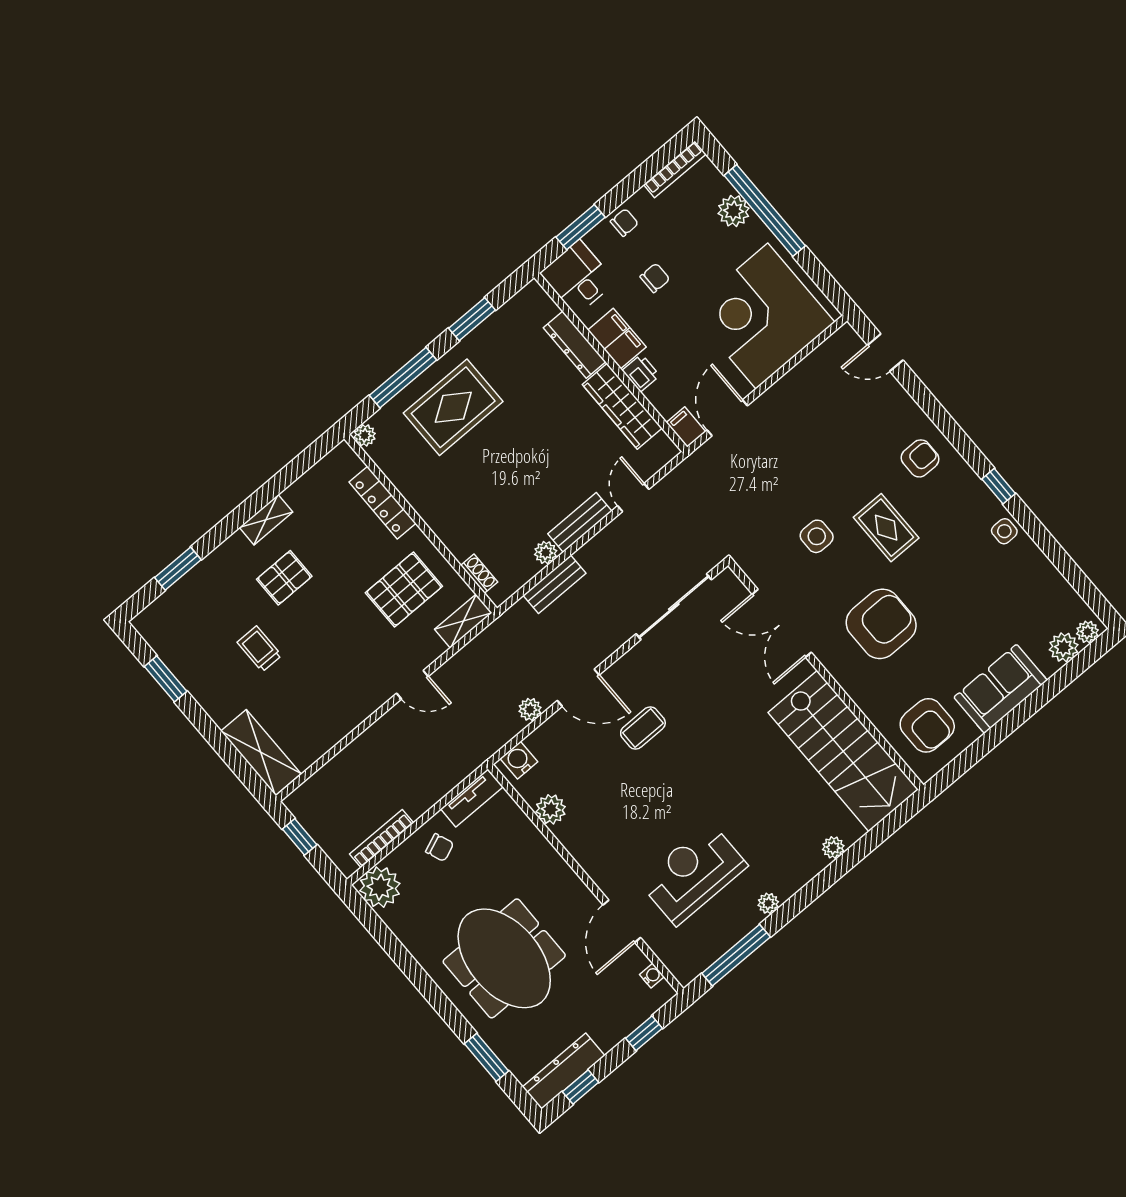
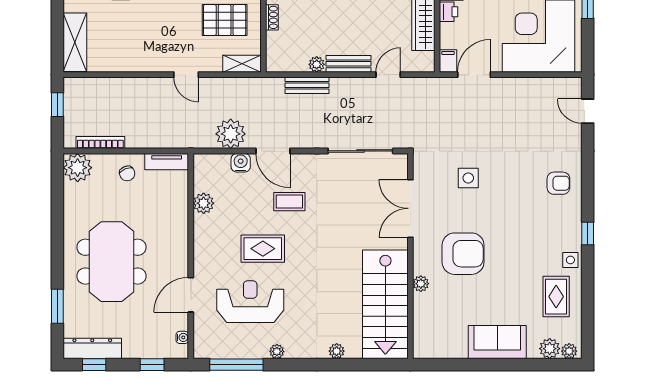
rug: (886, 528) -> (556, 297), moved
shoe rack: (479, 574) -> (272, 17), moved
plant: (863, 696) -> (421, 284), added
plant: (530, 709) -> (231, 134), width x1.88, depth x1.88
armchair: (927, 725) -> (442, 328), removed
water cooler: (519, 760) -> (241, 163), moved
rug: (658, 804) -> (263, 249), added

